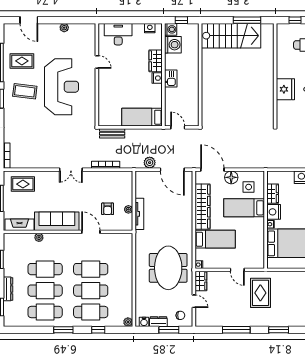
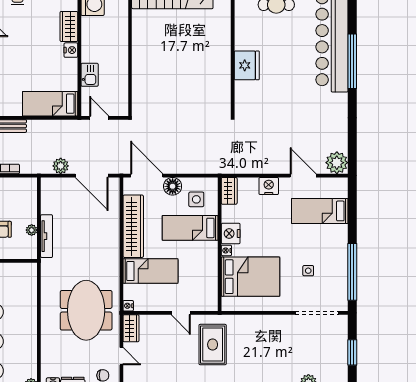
kitchen sink: (171, 78) -> (90, 75), moved
wardrobe: (273, 194) -> (229, 191), moved

